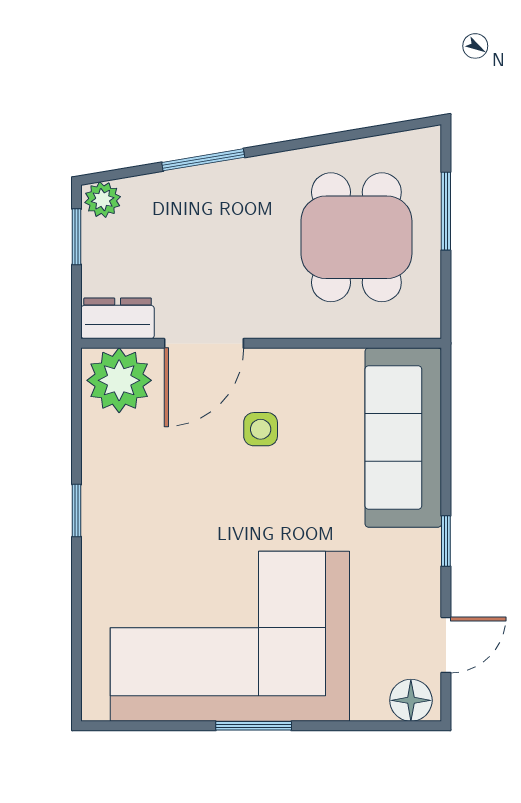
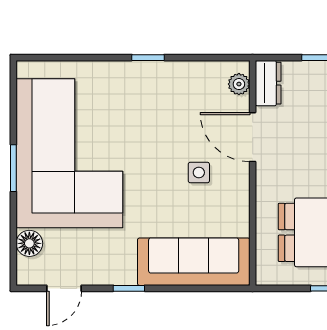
plant: (119, 380) -> (239, 84), width x0.53, depth x0.53
door: (446, 645) -> (64, 288), hinge flipped
floor lamp: (411, 700) -> (29, 243), moved

